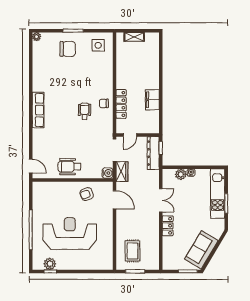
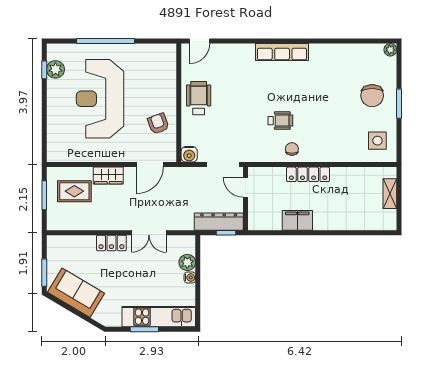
locker: (121, 104) -> (308, 174), moved
wardrobe: (122, 171) -> (108, 176), moved
reception desk: (70, 233) -> (100, 99), turned 180

